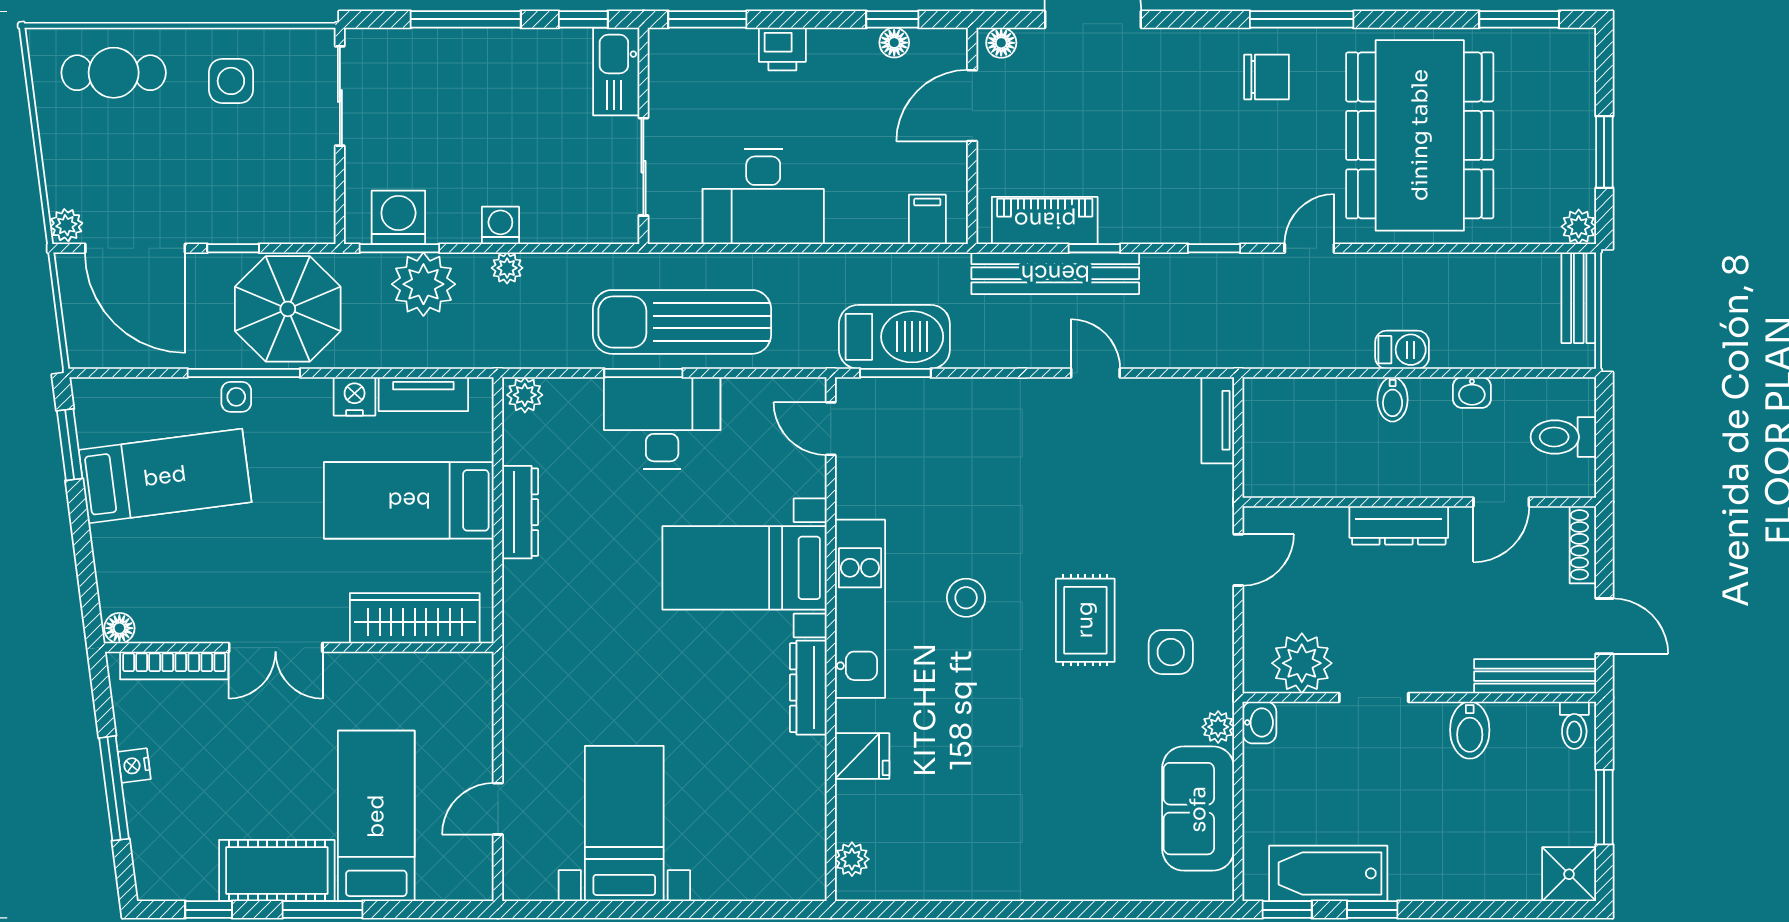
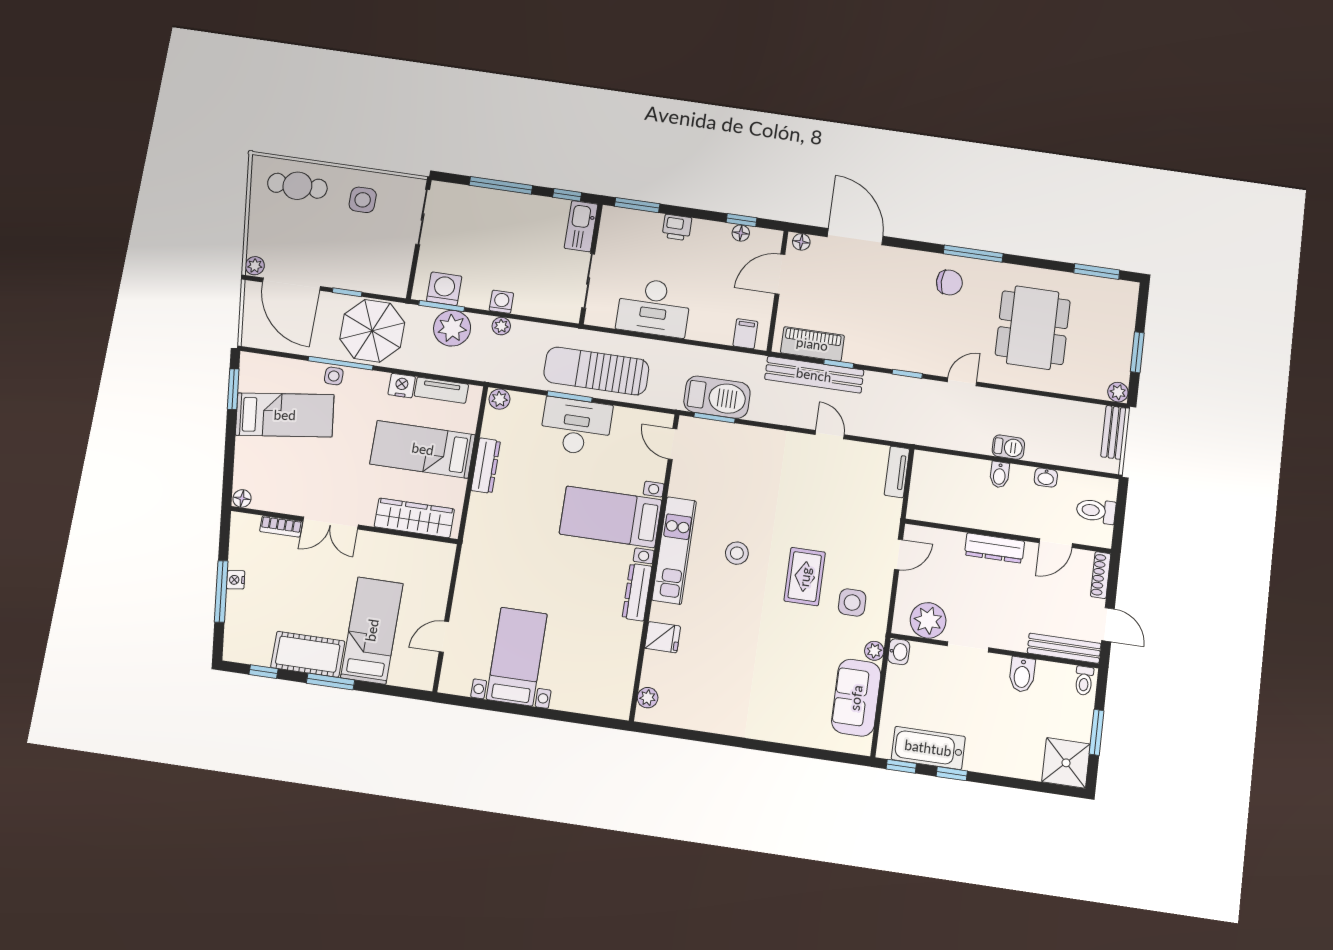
dining table: (1420, 135) -> (1033, 328), width x0.73, depth x0.80
bookcase: (174, 666) -> (281, 526), width x0.64
shower: (1569, 874) -> (1066, 763), width x1.36, depth x1.36

